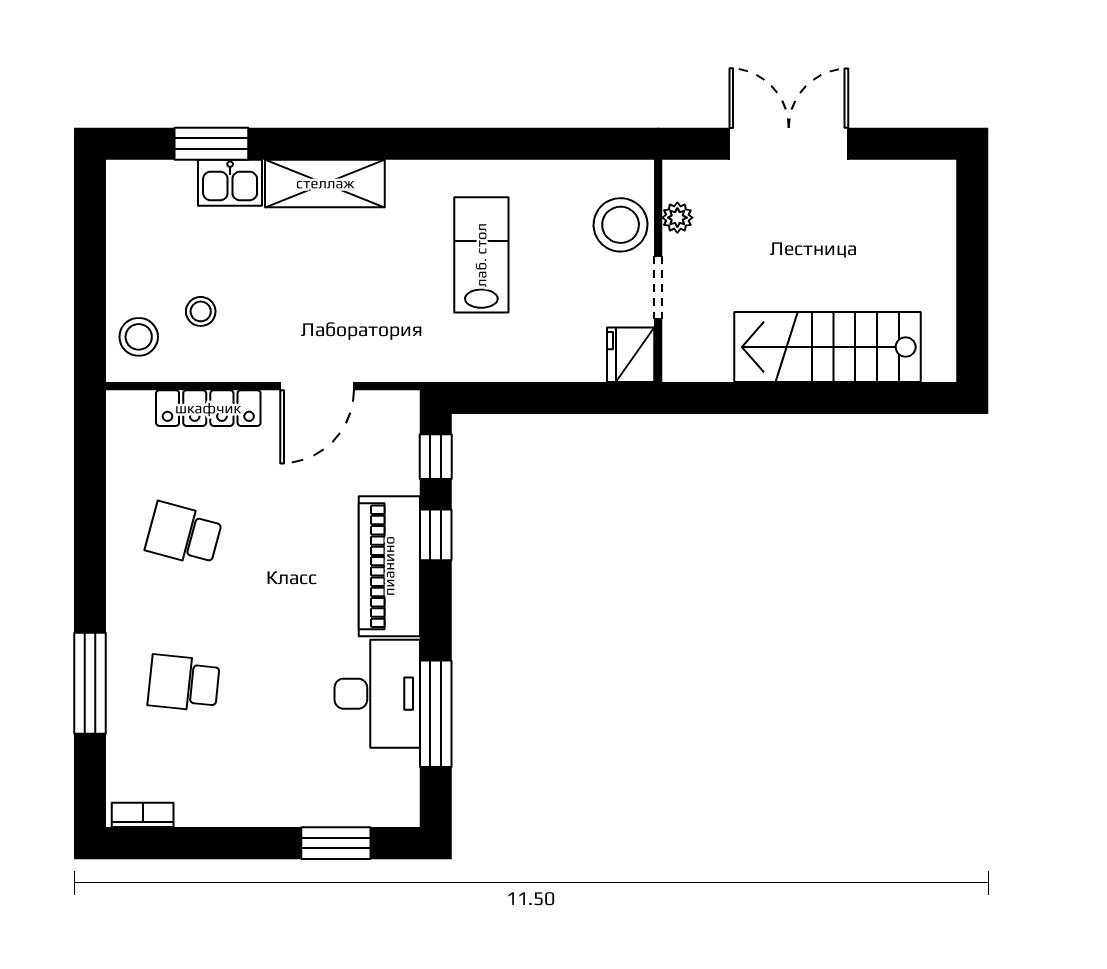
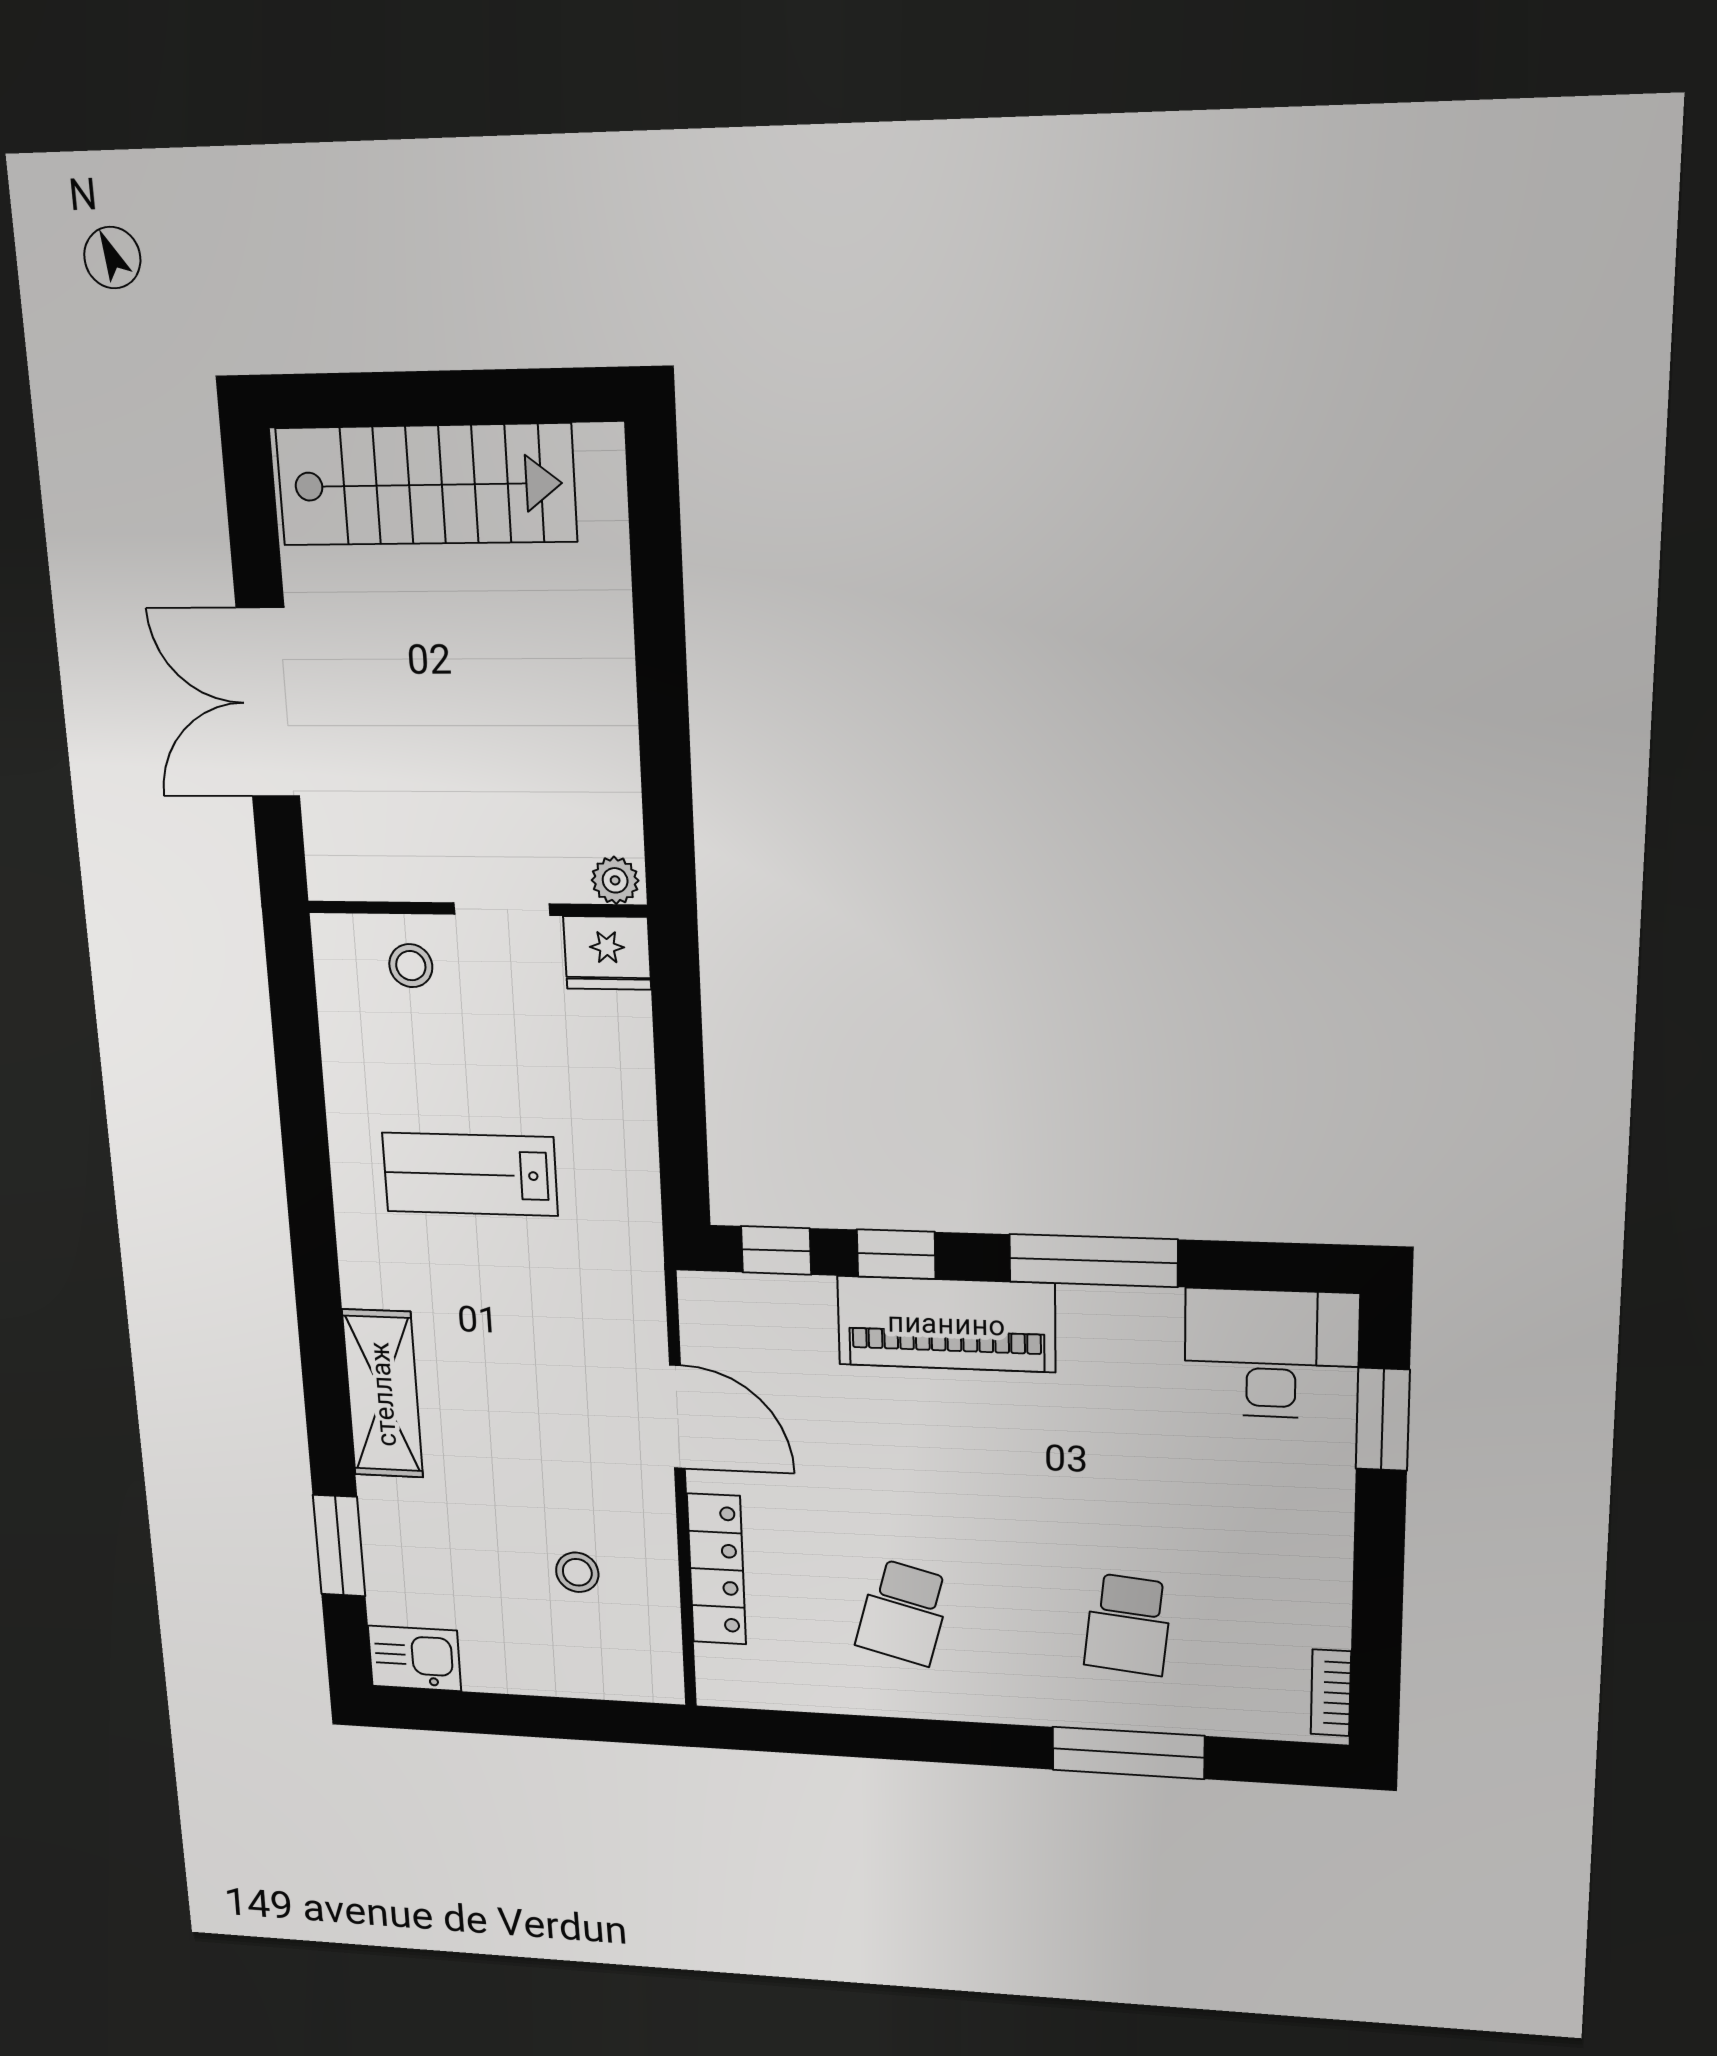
kitchen sink: (230, 183) -> (415, 1658), moved, turned -90
plant: (677, 218) -> (615, 880), moved
stool: (621, 225) -> (411, 966), width x0.53, depth x0.53
stool: (139, 337) -> (618, 1657), removed
stairs: (827, 347) -> (426, 485), moved, turned -90
desk: (377, 694) -> (1271, 1354), moved
window: (436, 714) -> (1093, 1261), moved

